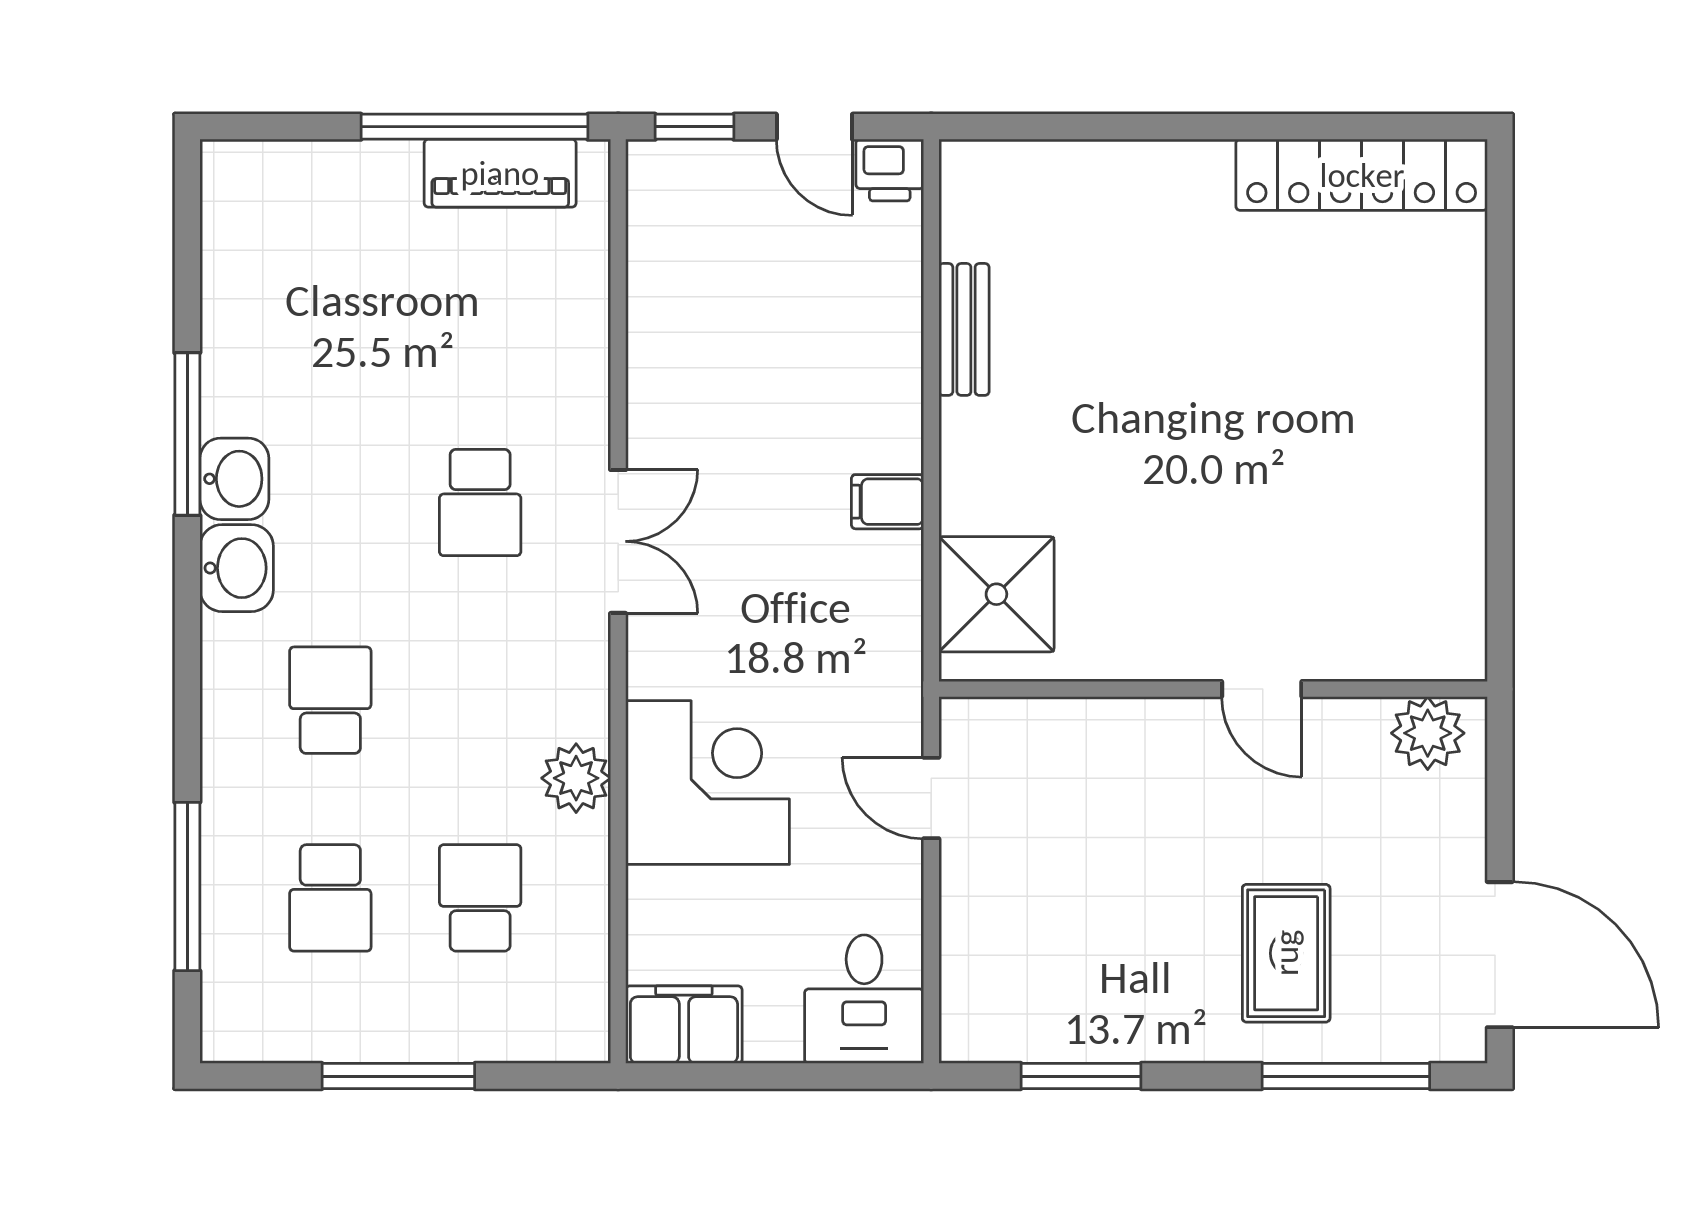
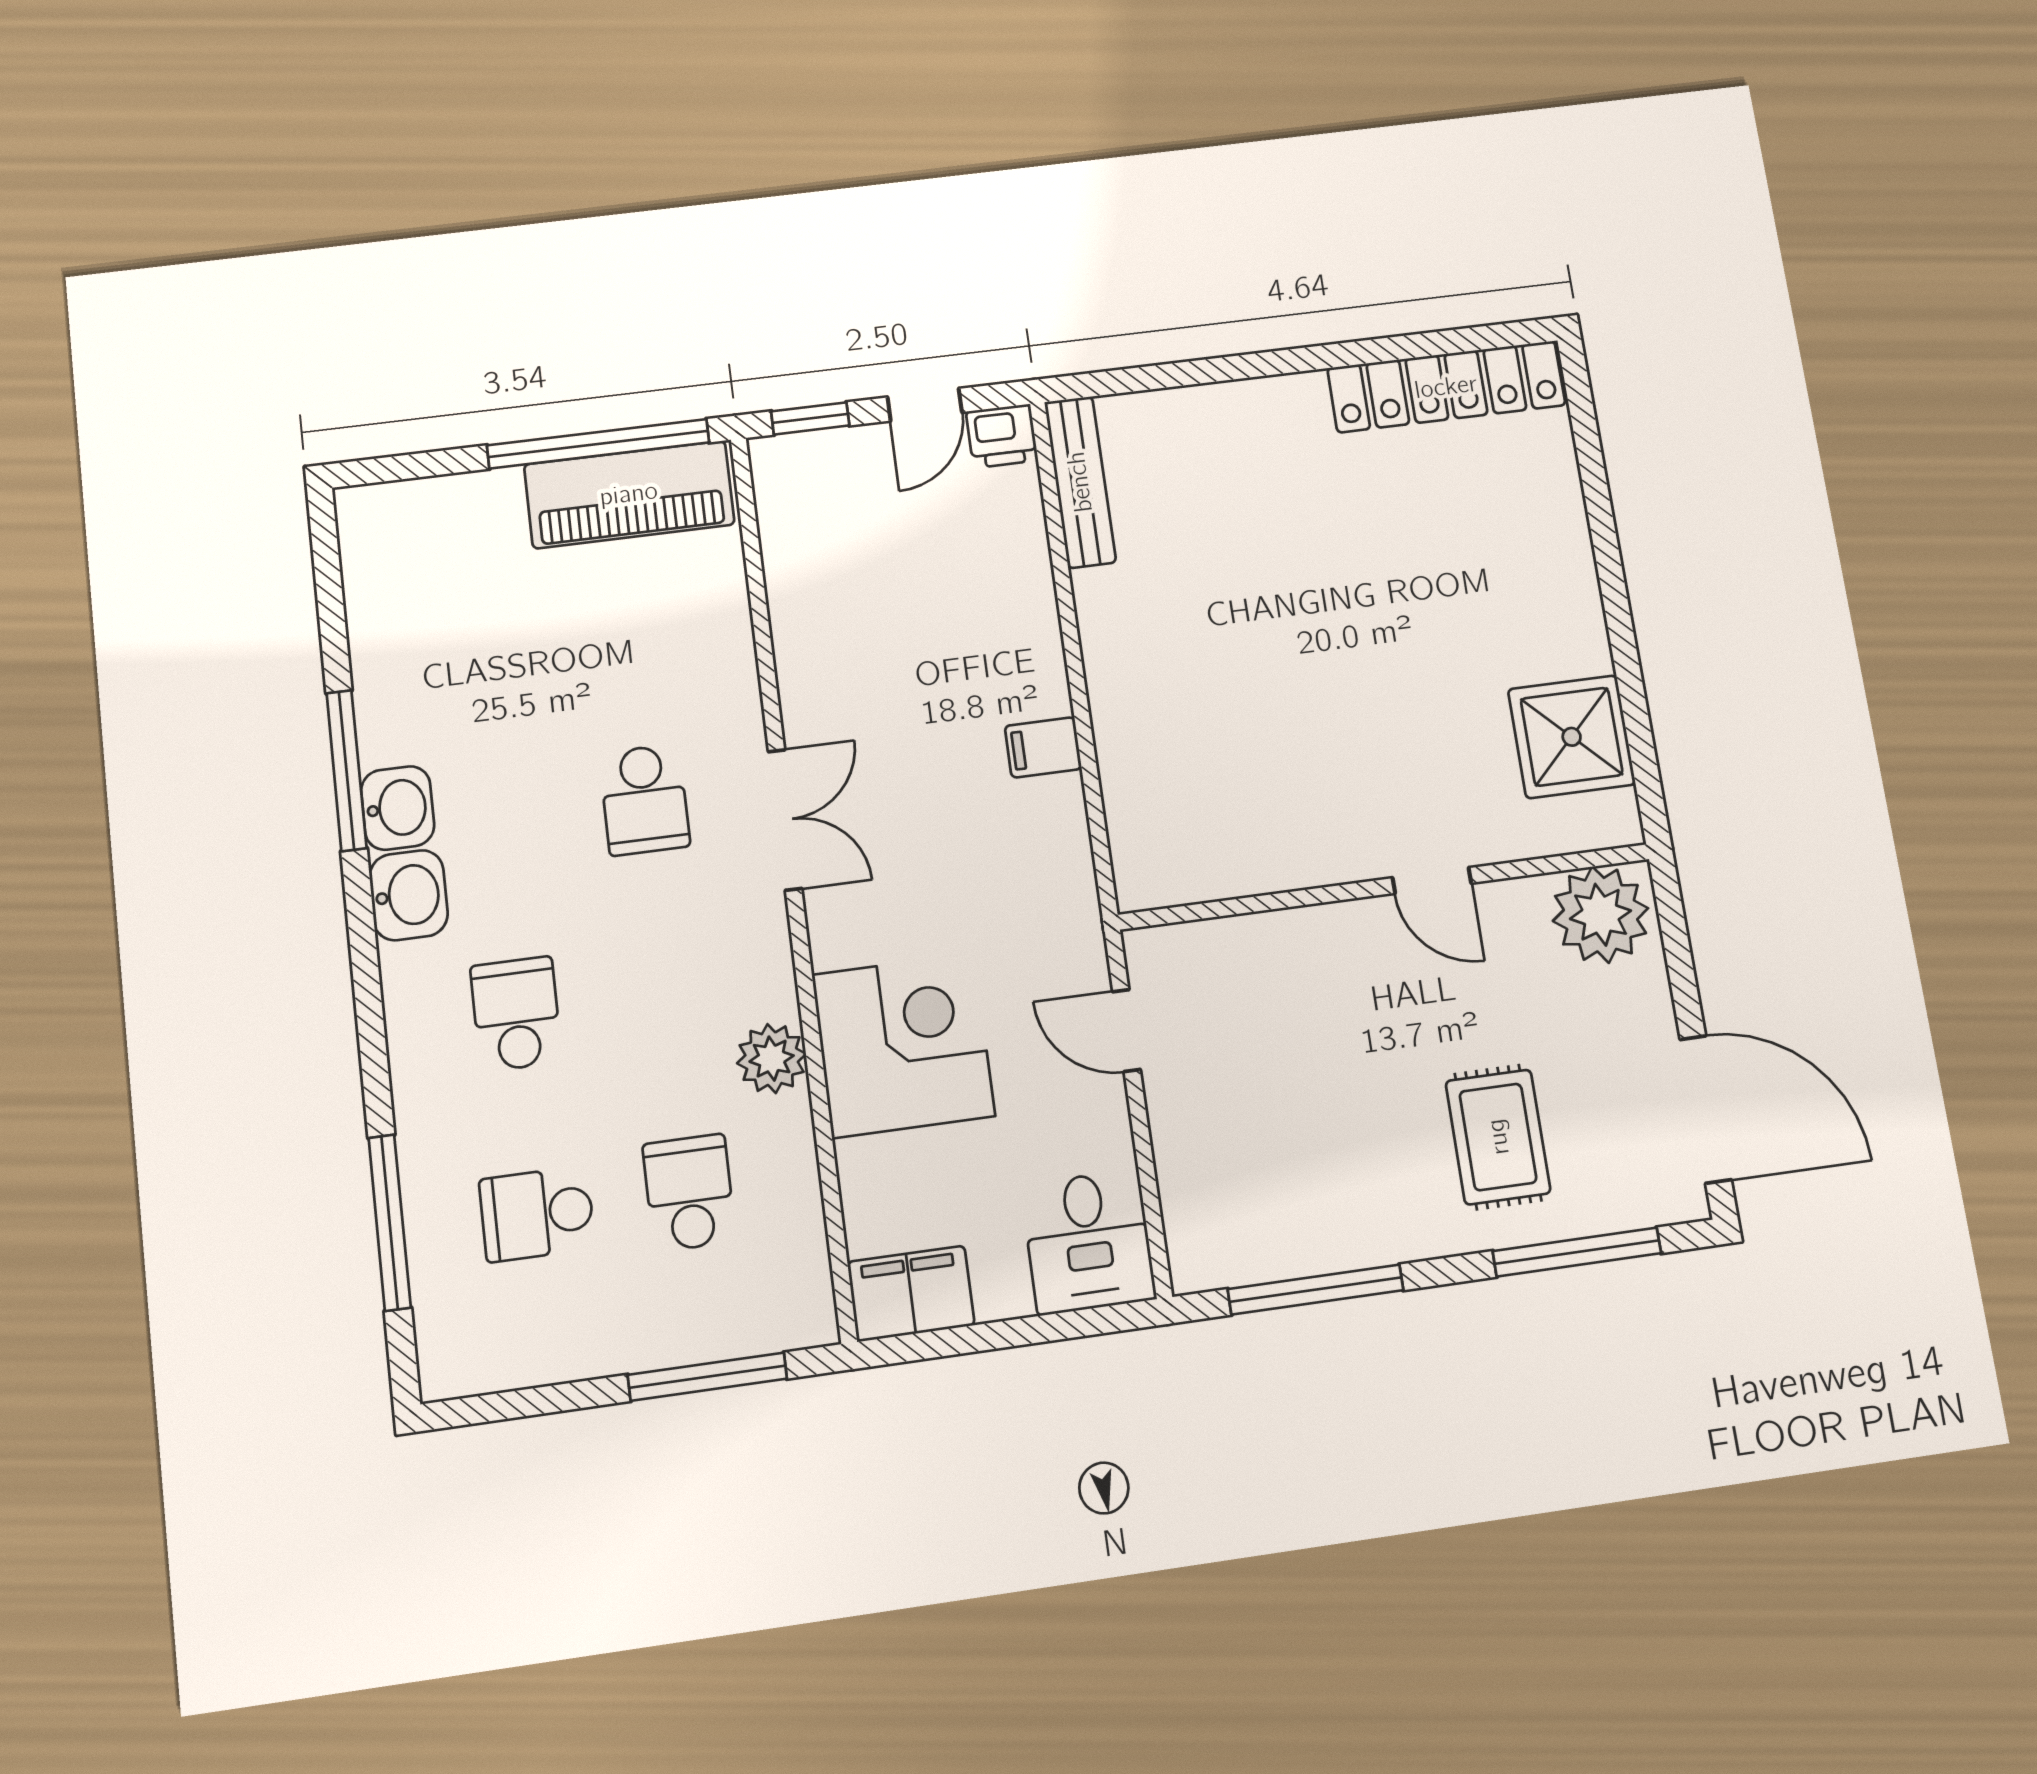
door: (814, 127) -> (925, 405), hinge flipped
piano: (500, 173) -> (629, 494), width x1.37, depth x1.33
bench: (964, 329) -> (1080, 482), moved, width x1.36
shower: (996, 594) -> (1572, 737), moved
plant: (1428, 733) -> (1601, 915), width x1.36, depth x1.36
school desk: (330, 898) -> (537, 1214), turned 90
window: (398, 1076) -> (707, 1377), moved
window: (1081, 1076) -> (1316, 1290), width x1.44

